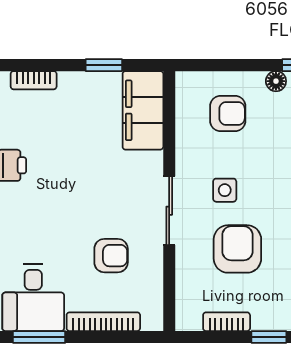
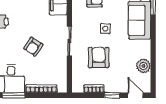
side table: (225, 190) -> (105, 29), moved
armchair: (111, 256) -> (33, 47), moved, turned 123

